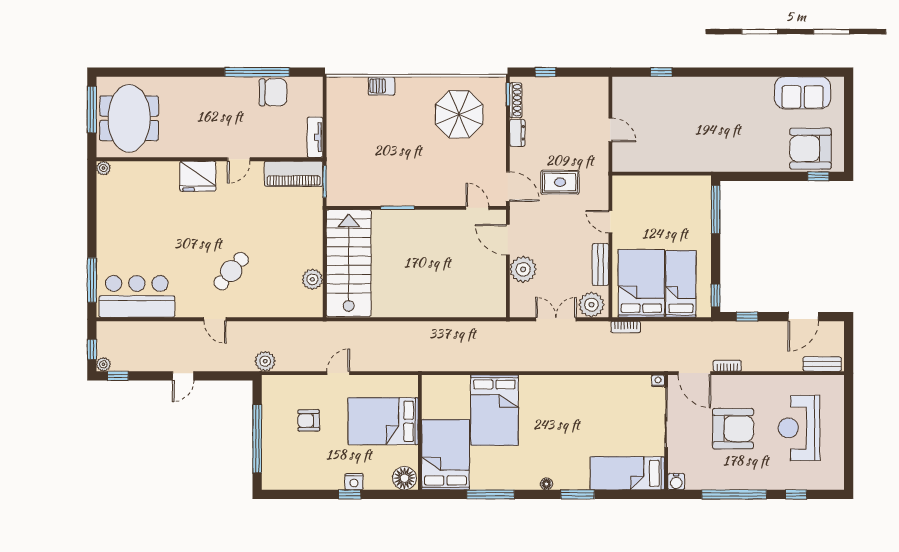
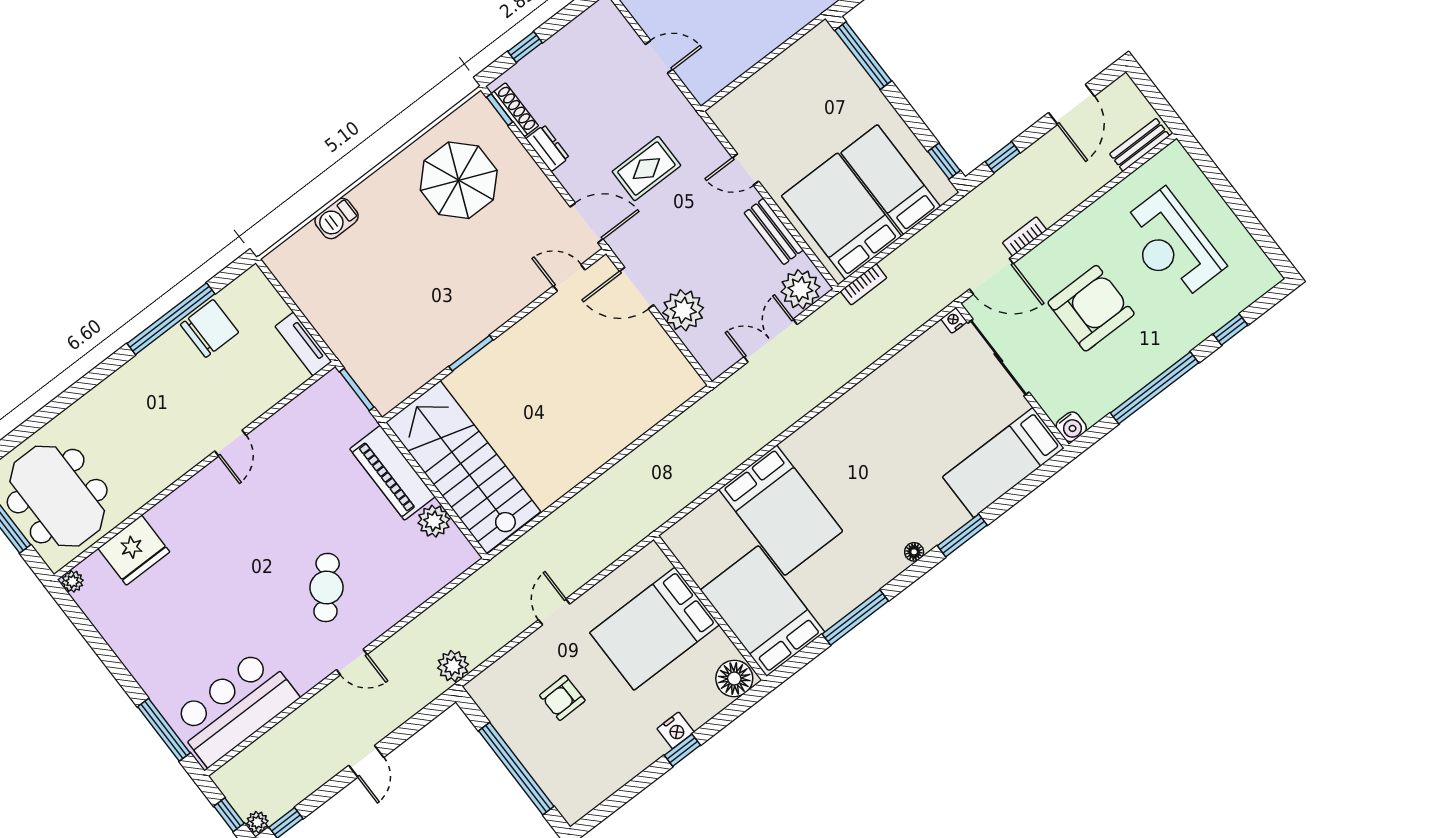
piano: (294, 174) -> (392, 473), moved, turned 90
fridge: (198, 176) -> (134, 550), moved

